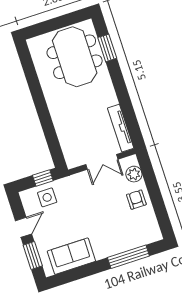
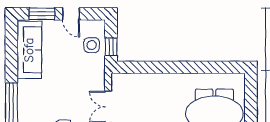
sofa: (71, 256) -> (29, 50), width x1.36

